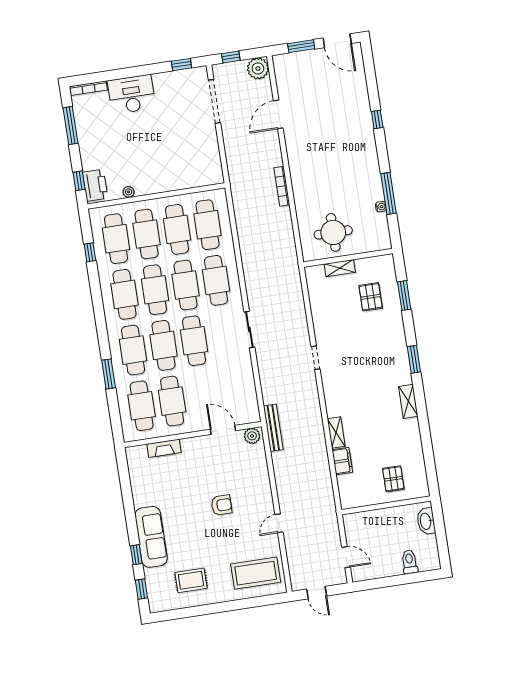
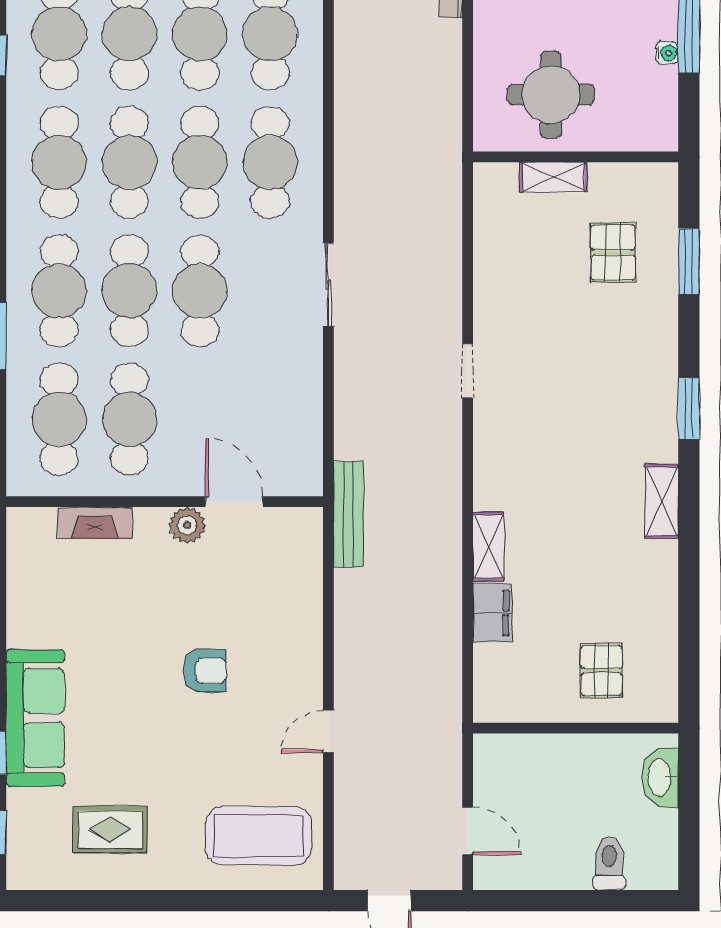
plant: (252, 436) -> (187, 525), moved

